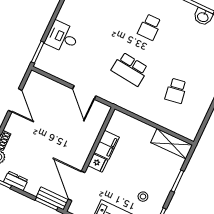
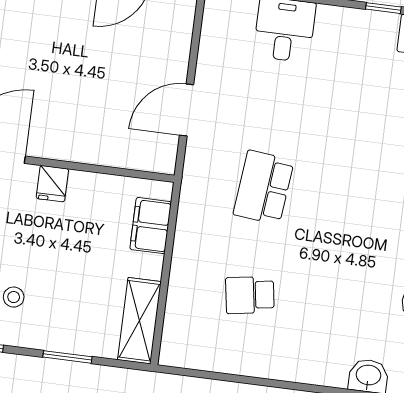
school desk: (150, 27) -> (362, 200), removed
filing cabinet: (107, 145) -> (151, 226), moved, turned 90

